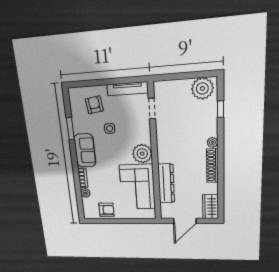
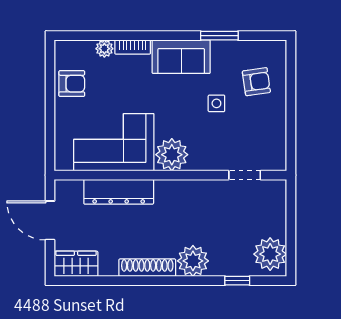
tv unit: (127, 89) -> (278, 138), removed
plant: (212, 142) -> (193, 261), width x1.88, depth x1.88
armchair: (106, 210) -> (72, 84), turned -90

